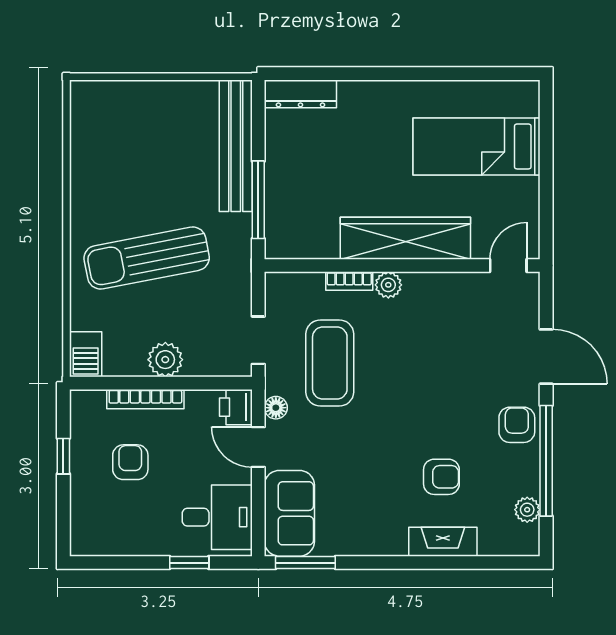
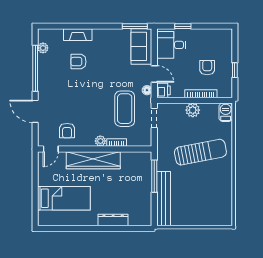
dresser: (300, 94) -> (113, 220), moved
armchair: (517, 425) -> (67, 131), moved
armchair: (130, 462) -> (207, 68), turned 180

